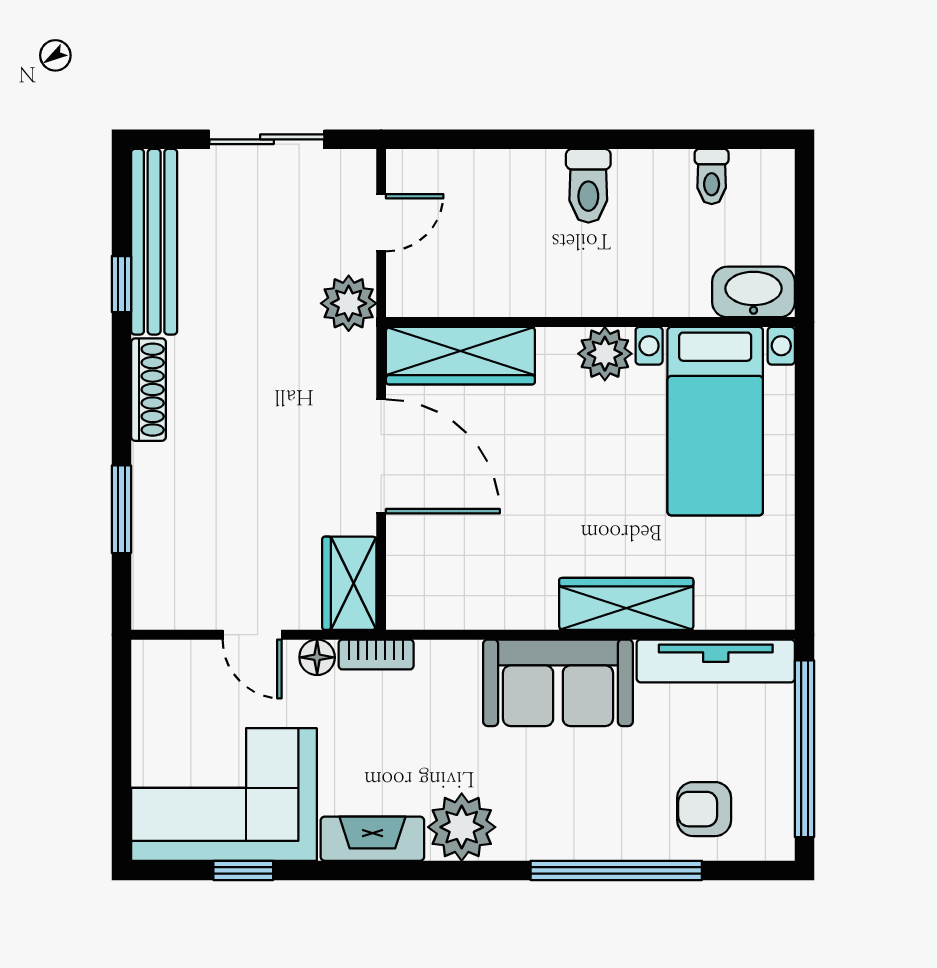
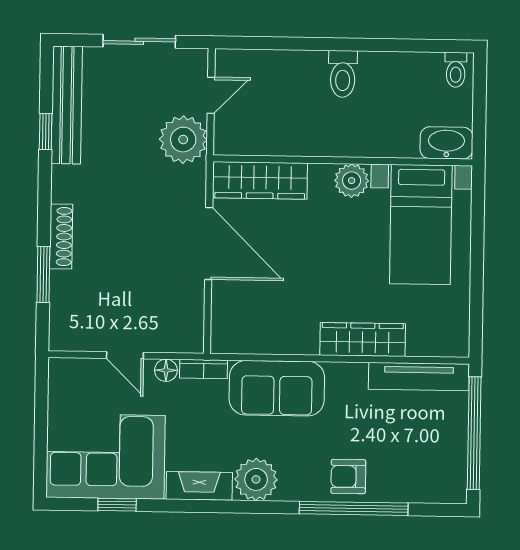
toilet: (712, 176) -> (456, 70), moved
plant: (349, 303) -> (183, 140), width x1.36, depth x1.36
shoe rack: (148, 390) -> (61, 236), moved
wardrobe: (349, 583) -> (187, 324), removed
sofa: (558, 683) -> (277, 388), moved
armchair: (704, 809) -> (348, 476), moved

